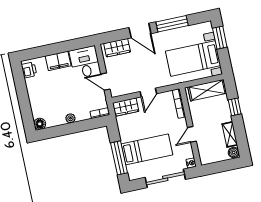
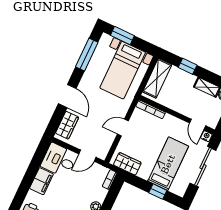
window: (172, 24) -> (87, 55), moved
door: (140, 31) -> (67, 96), hinge flipped
door: (148, 93) -> (123, 127), swing flipped
wardrobe: (126, 107) -> (127, 164), moved, turned -90
door: (192, 134) -> (198, 124), moved
window: (119, 158) -> (158, 192), width x0.46

